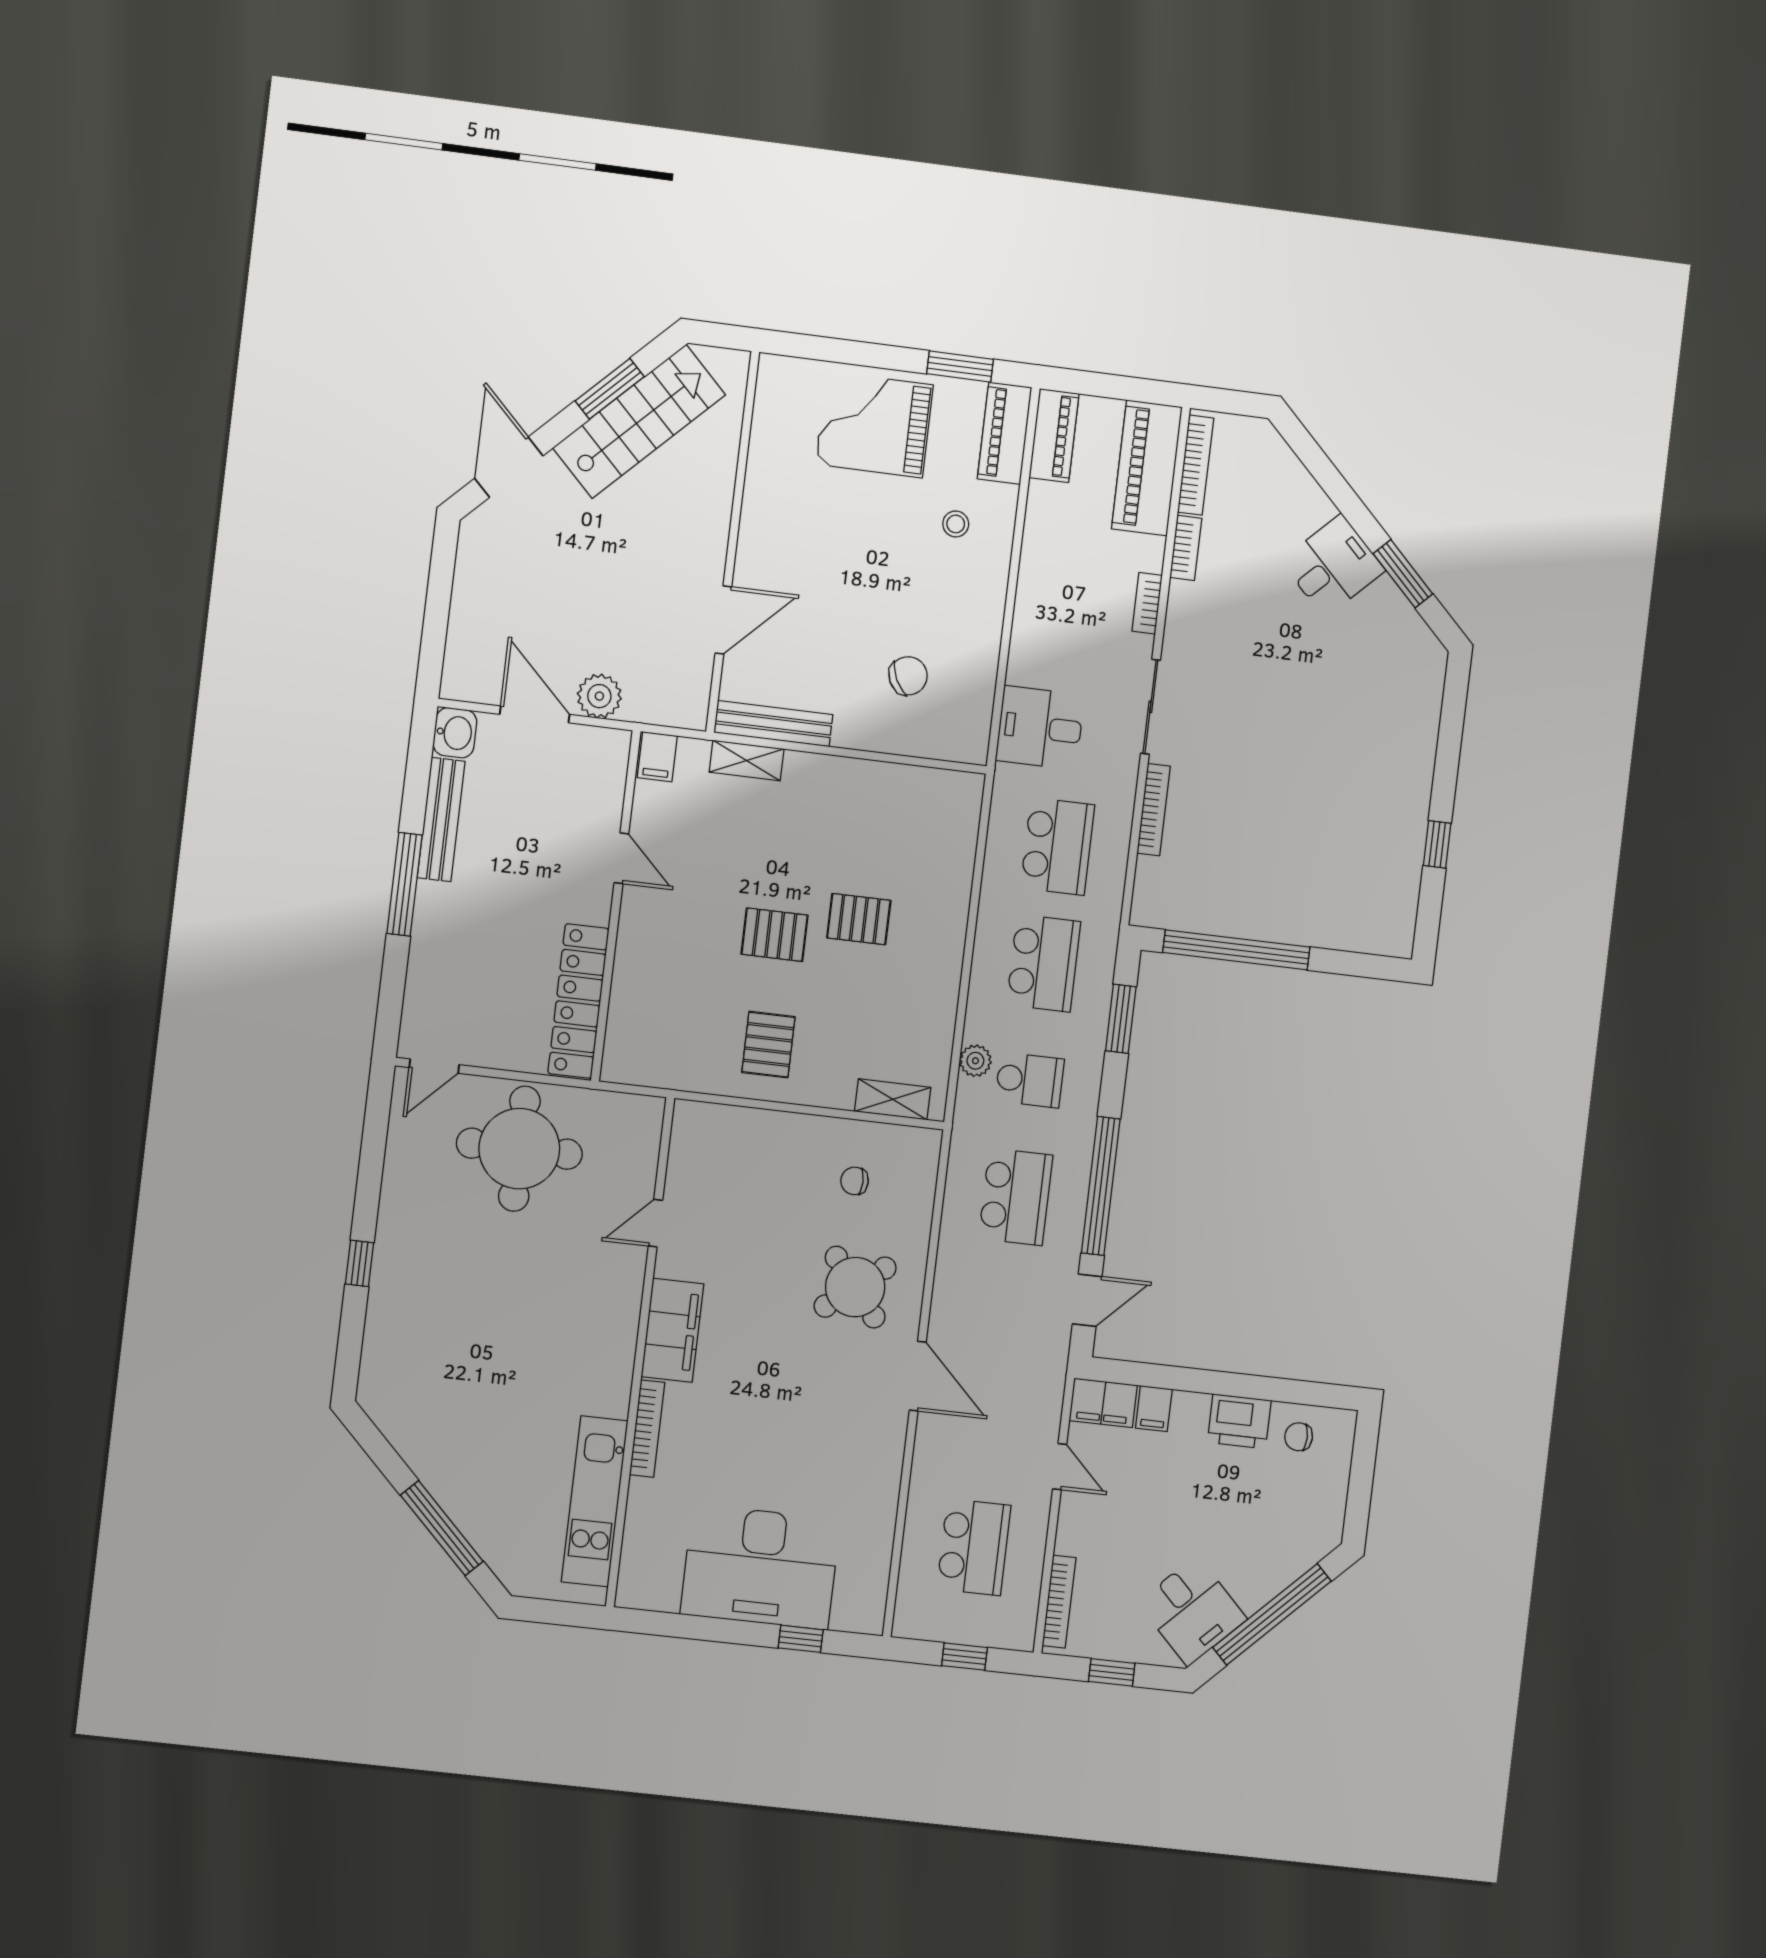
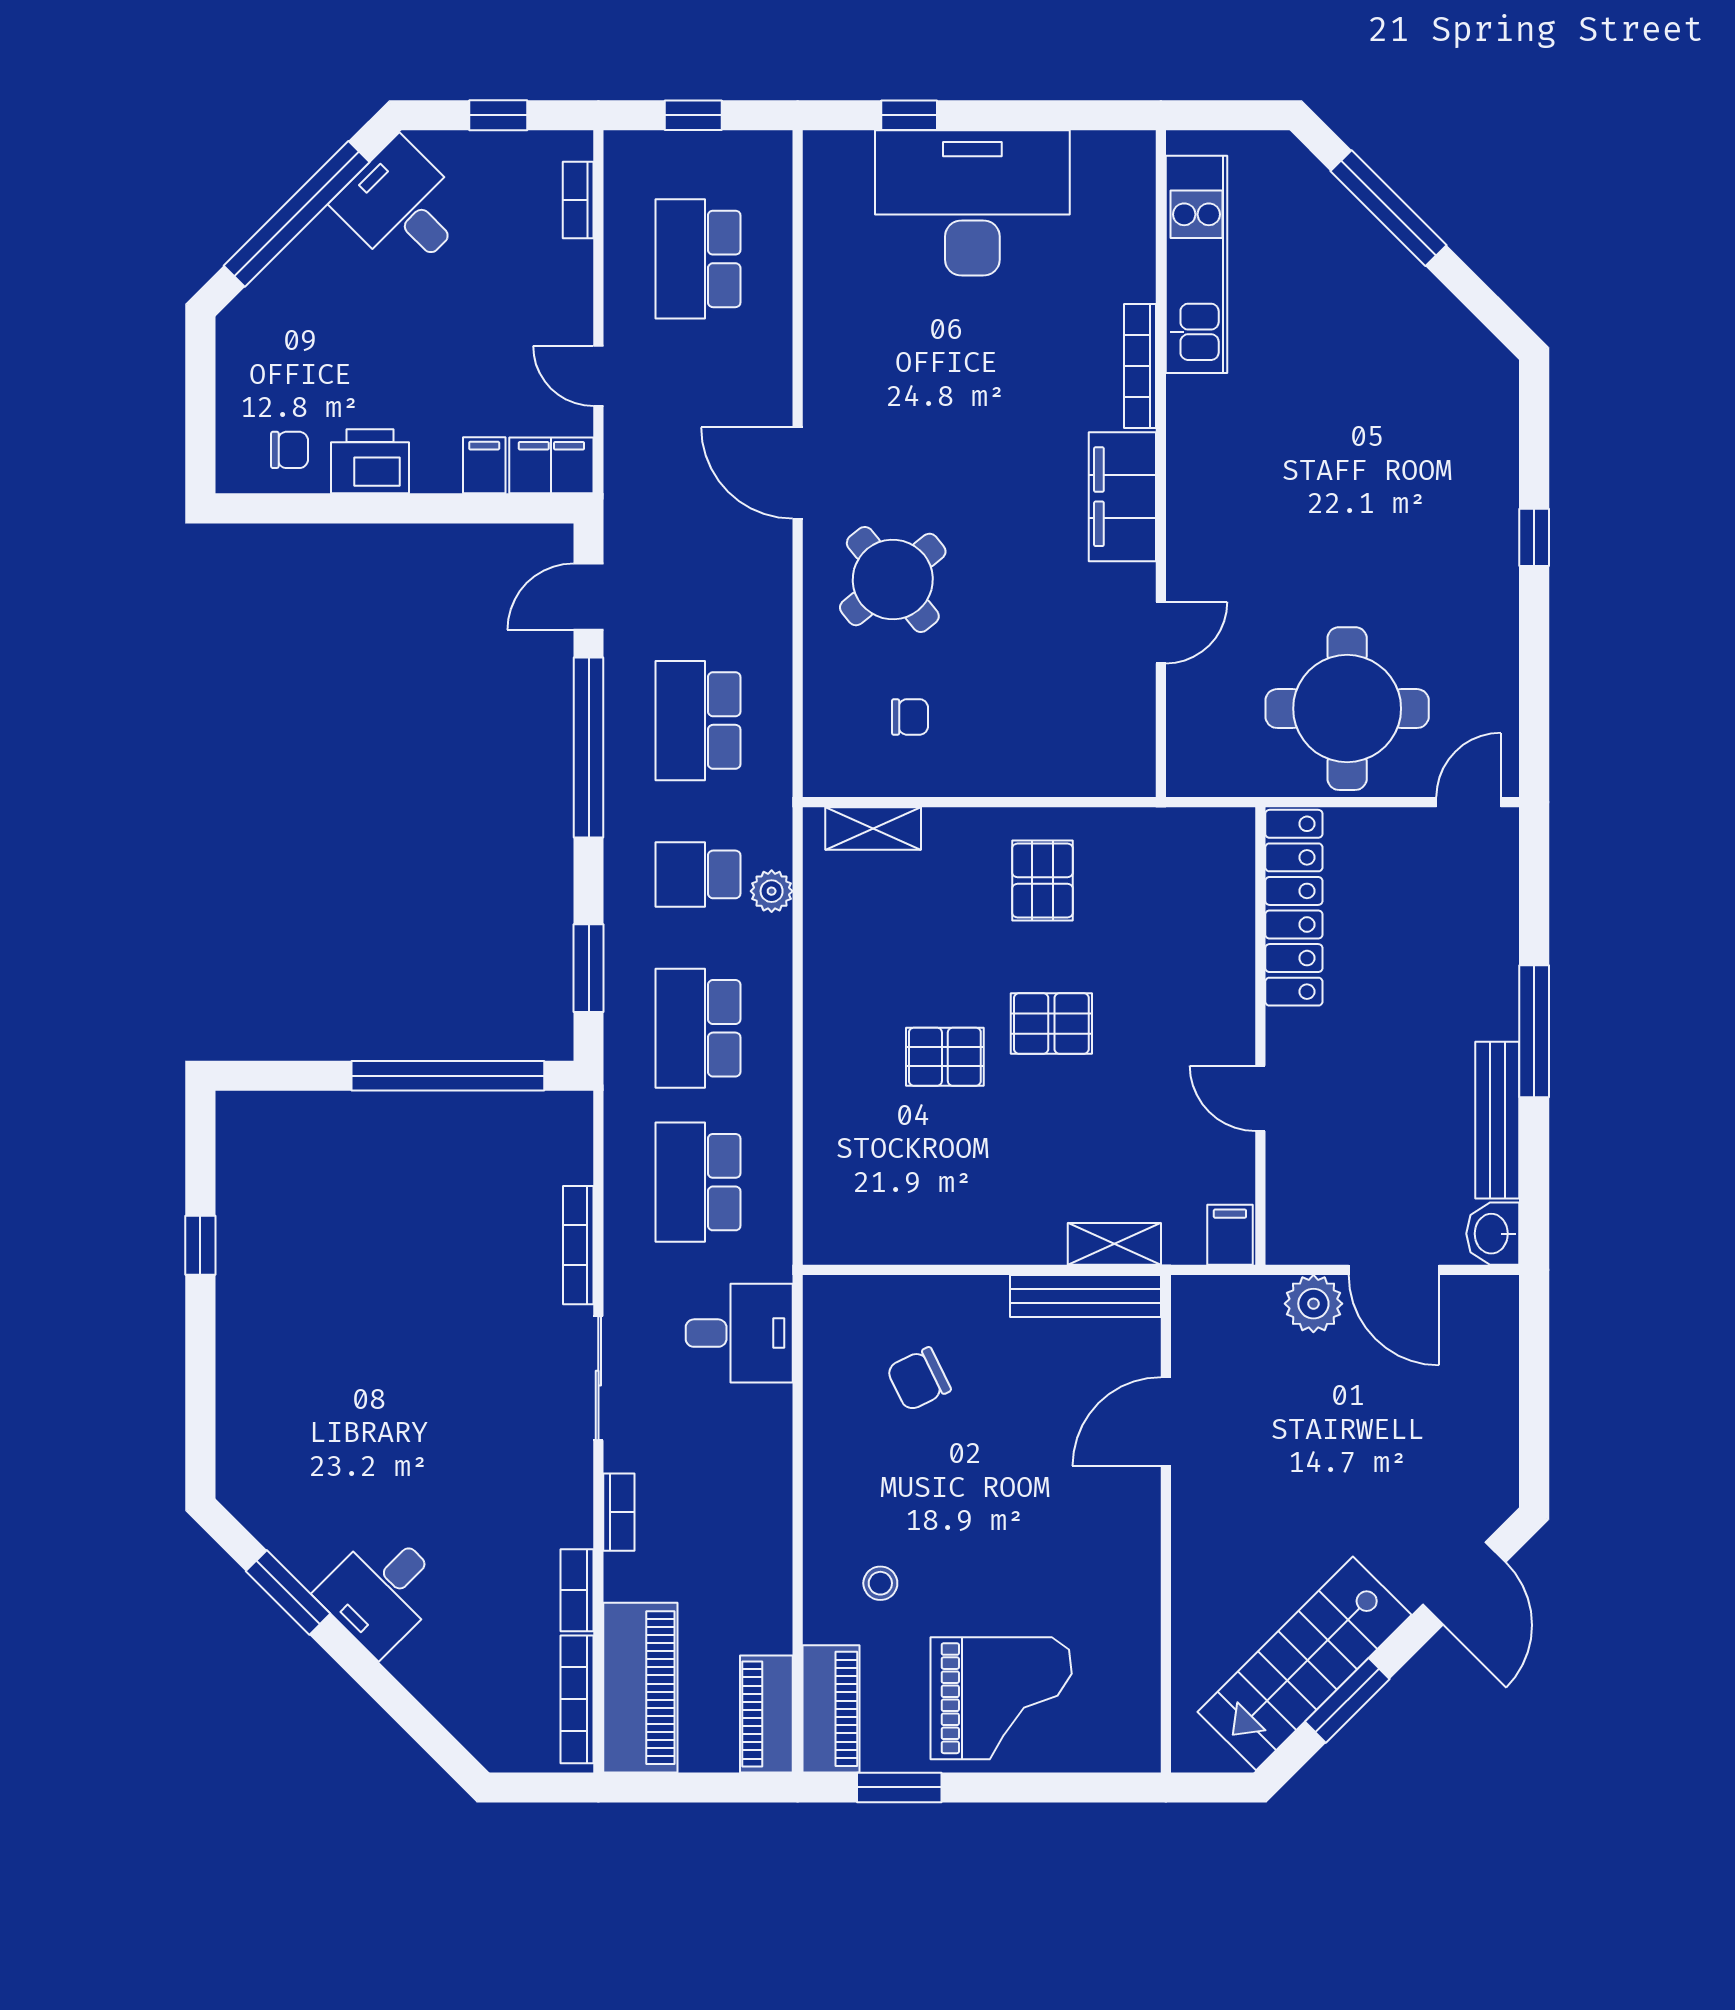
bookcase: (1059, 1602) -> (578, 200), width x0.64

